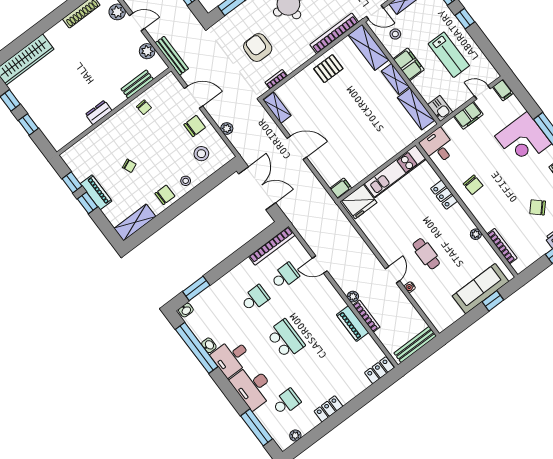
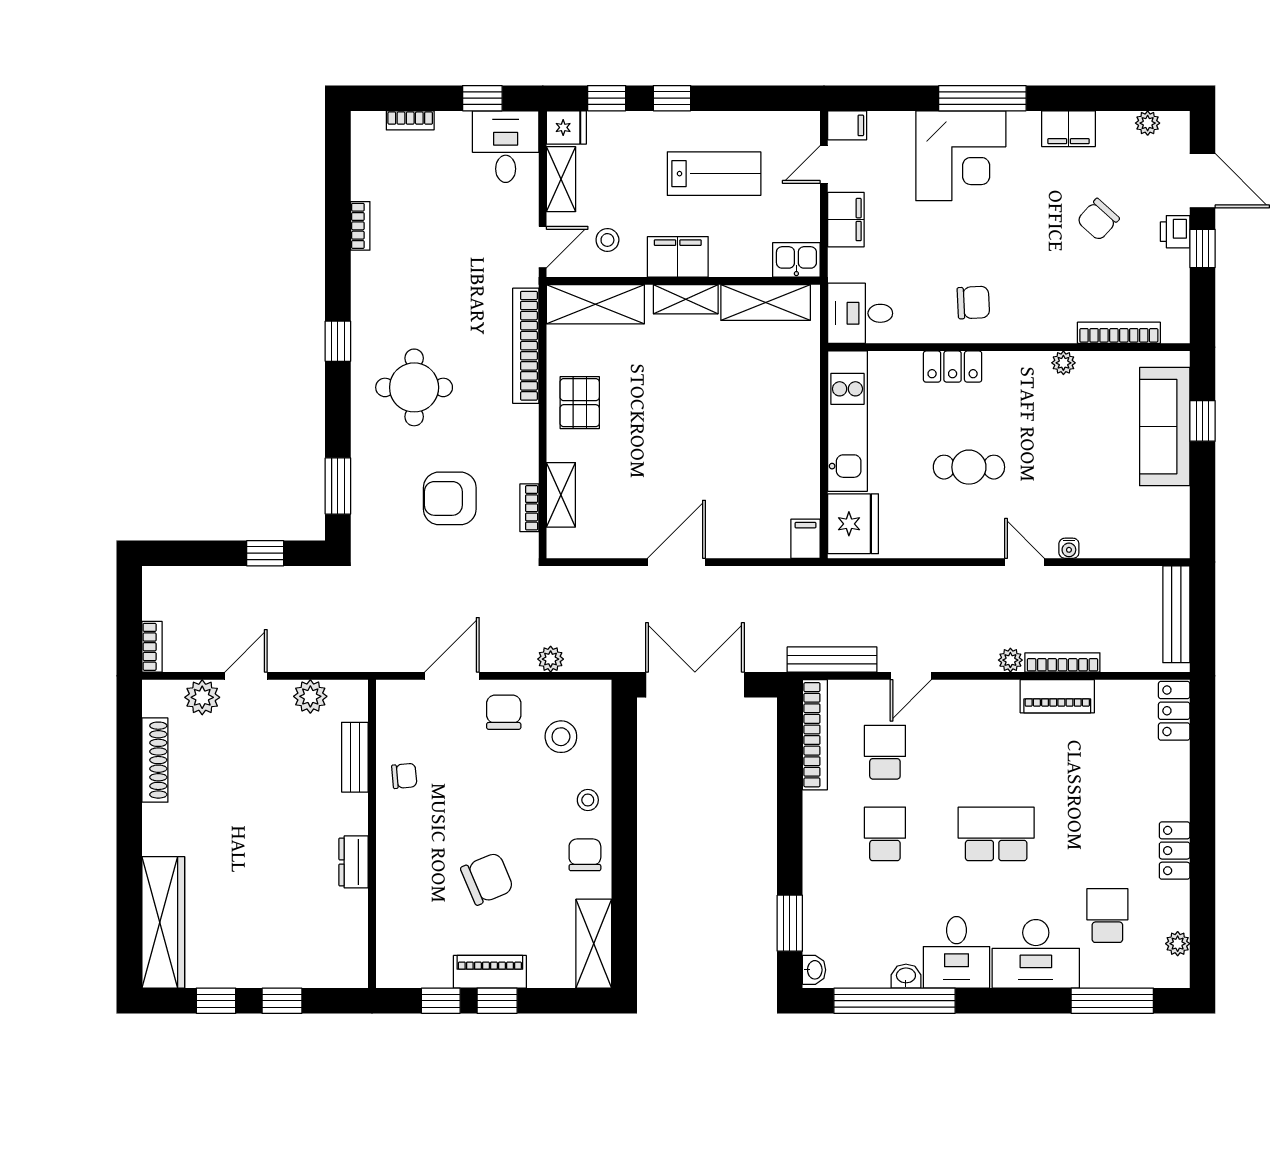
bench: (172, 56) -> (832, 660), moved
shelving: (277, 108) -> (561, 495), moved, turned 90
chair: (129, 166) -> (487, 879), width x1.87, depth x1.87
cafe table: (426, 254) -> (969, 467), moved

